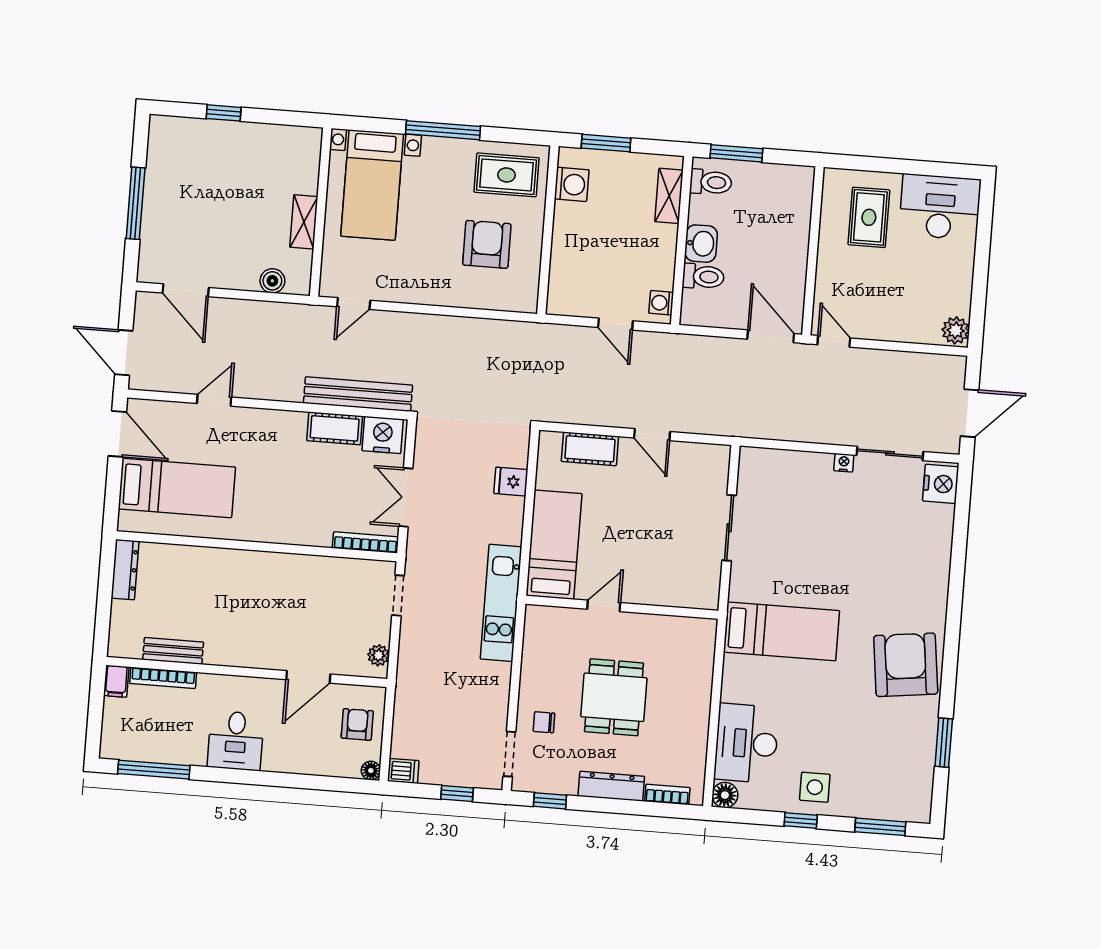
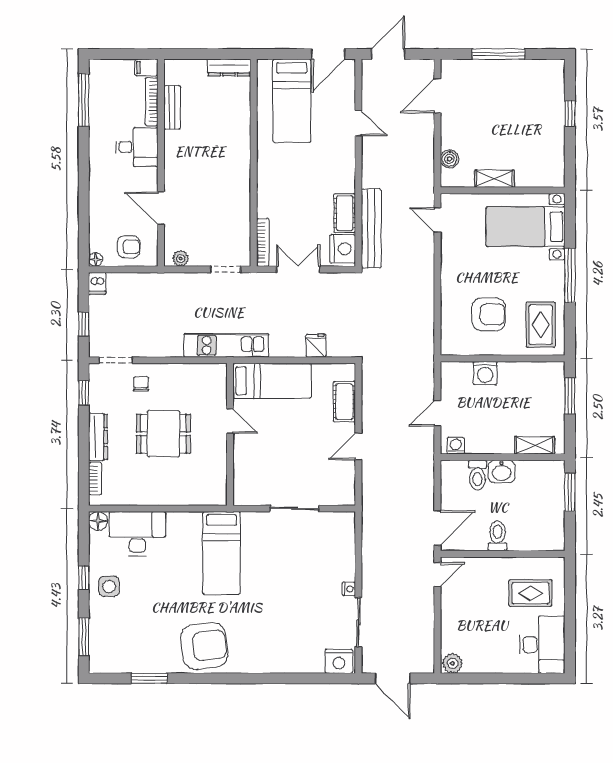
toilet: (711, 182) -> (498, 536), moved, turned 180
washing machine: (572, 184) -> (485, 373), moved
desk: (236, 741) -> (137, 147), moved, turned 180

